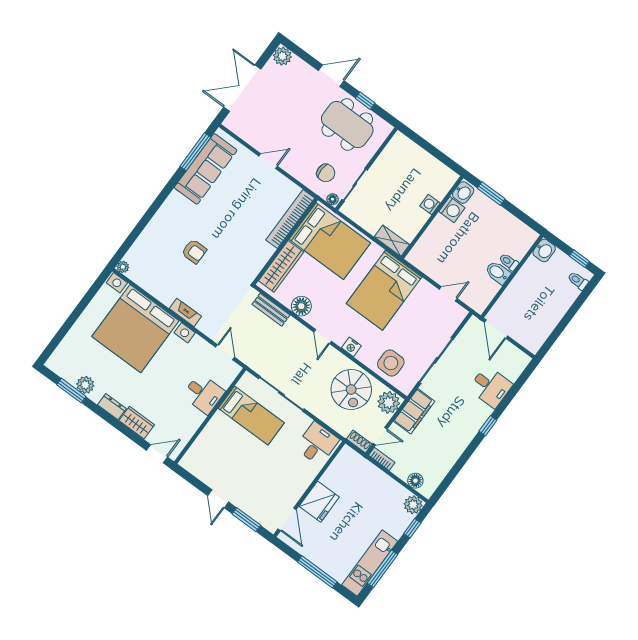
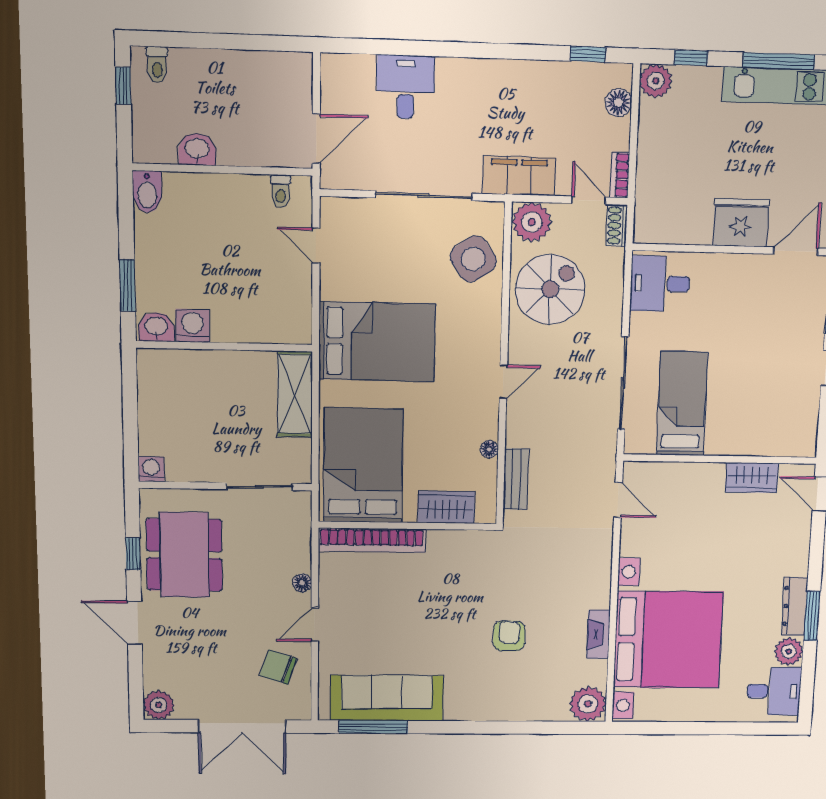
door: (268, 161) -> (315, 625), hinge flipped
chair: (326, 173) -> (278, 667), moved, turned -73
floor lamp: (333, 199) -> (302, 583), moved
washing machine: (430, 205) -> (151, 469), moved, turned 180
shelving: (392, 241) -> (295, 394), width x1.50, depth x1.33
washbasin: (544, 250) -> (197, 149), moved
toilet: (509, 262) -> (281, 191), moved
wardrobe: (281, 266) -> (446, 507), width x0.67
plant: (123, 267) -> (588, 704), width x1.88, depth x1.88
bidet: (498, 273) -> (147, 192), moved
floor lamp: (301, 306) -> (489, 449), width x0.53, depth x0.53
fireplace: (185, 312) -> (598, 634), moved
nightstand: (351, 347) -> (490, 331), removed
door: (225, 352) -> (618, 500), swing flipped
side table: (391, 363) -> (473, 259), turned -34
window: (71, 391) -> (812, 616), moved
desk: (204, 394) -> (774, 691), moved, turned 90
dresser: (112, 407) -> (795, 606), width x1.44
wardrobe: (137, 423) -> (752, 478), moved, turned -90
window: (488, 426) -> (588, 54), moved

